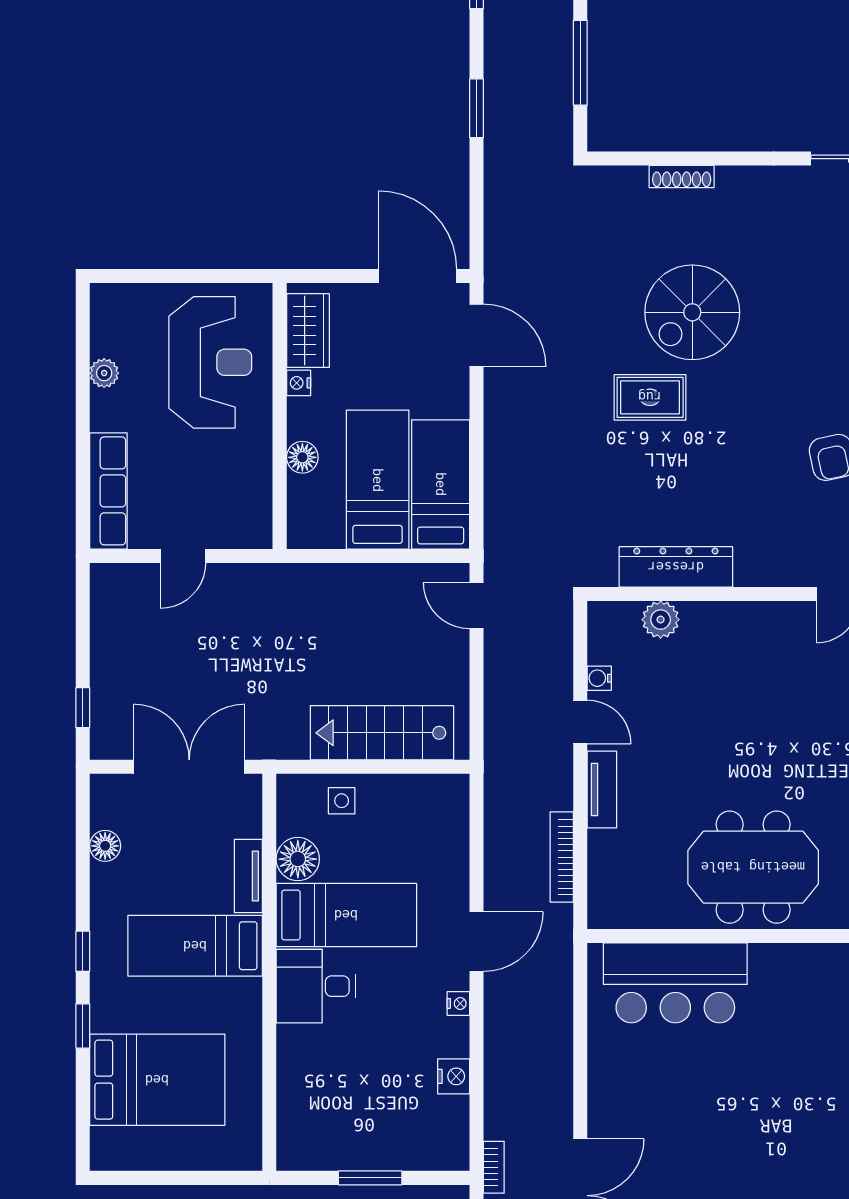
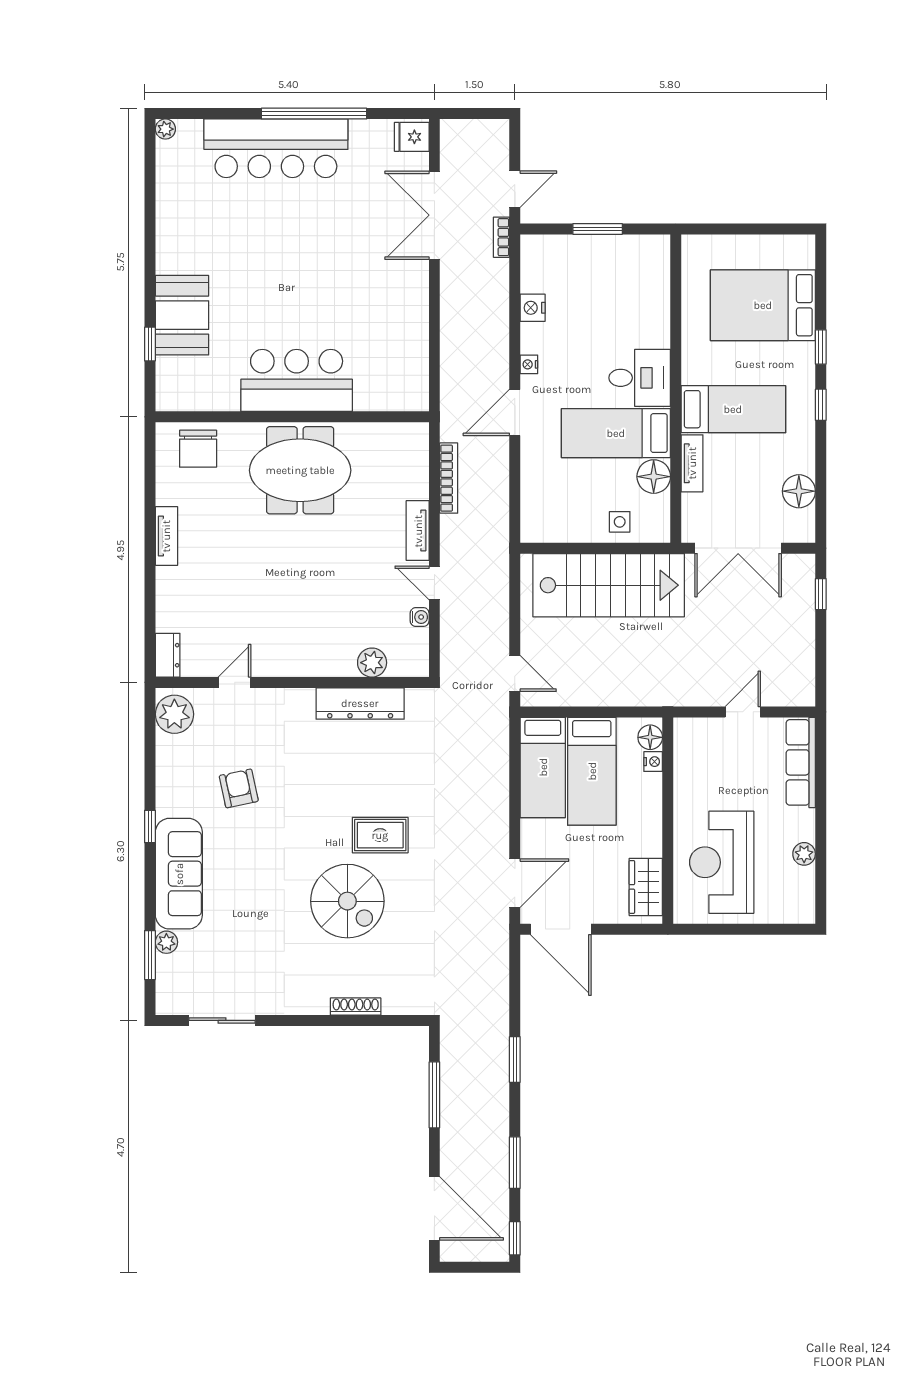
spiral stairs: (692, 312) -> (347, 901), turned 90
door: (477, 335) -> (515, 883), swing flipped
nightstand: (299, 383) -> (653, 762), moved
floor lamp: (302, 457) -> (650, 737), moved
stairs: (382, 733) -> (609, 585), width x1.36, depth x1.51
floor lamp: (105, 846) -> (799, 491), width x1.38, depth x1.38
bar counter: (675, 983) -> (297, 380), moved

